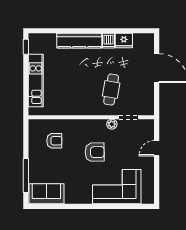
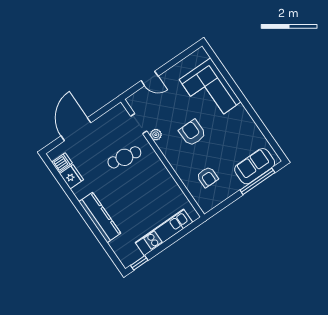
dishwasher: (108, 41) -> (62, 163), moved
armchair: (54, 141) -> (207, 177), turned 180
sofa: (46, 194) -> (255, 166), moved, turned 90

